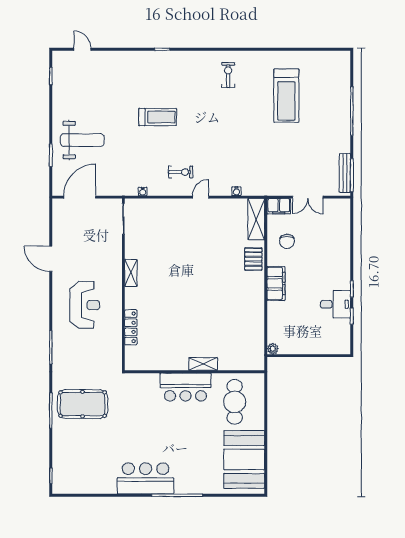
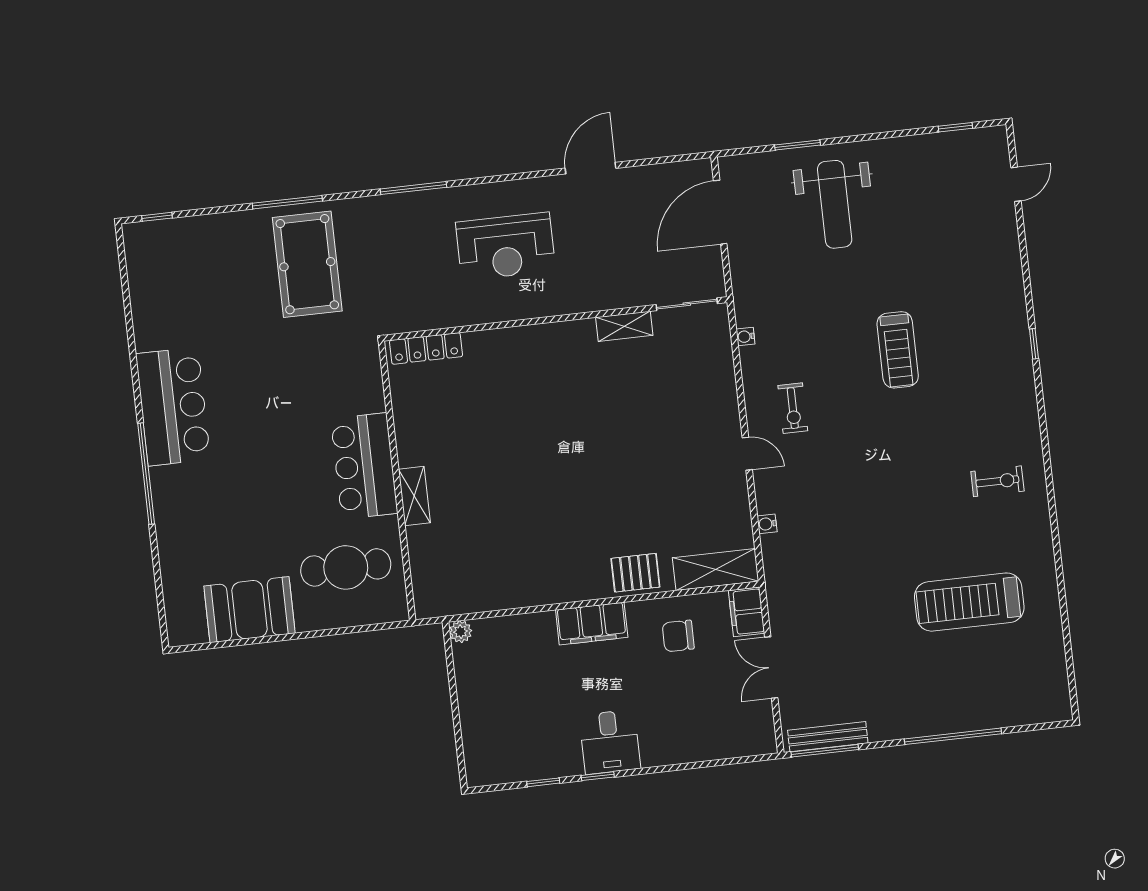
door: (80, 197) -> (720, 212), swing flipped
shelving: (131, 273) -> (624, 326), moved
desk: (336, 304) -> (610, 742), moved
locker: (131, 327) -> (426, 348), moved
booth: (244, 459) -> (249, 610), width x0.73, depth x0.70

